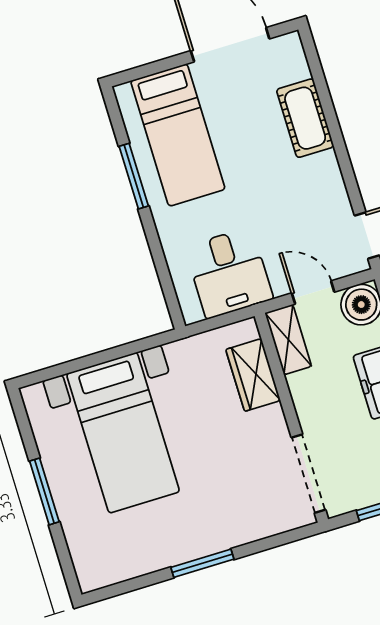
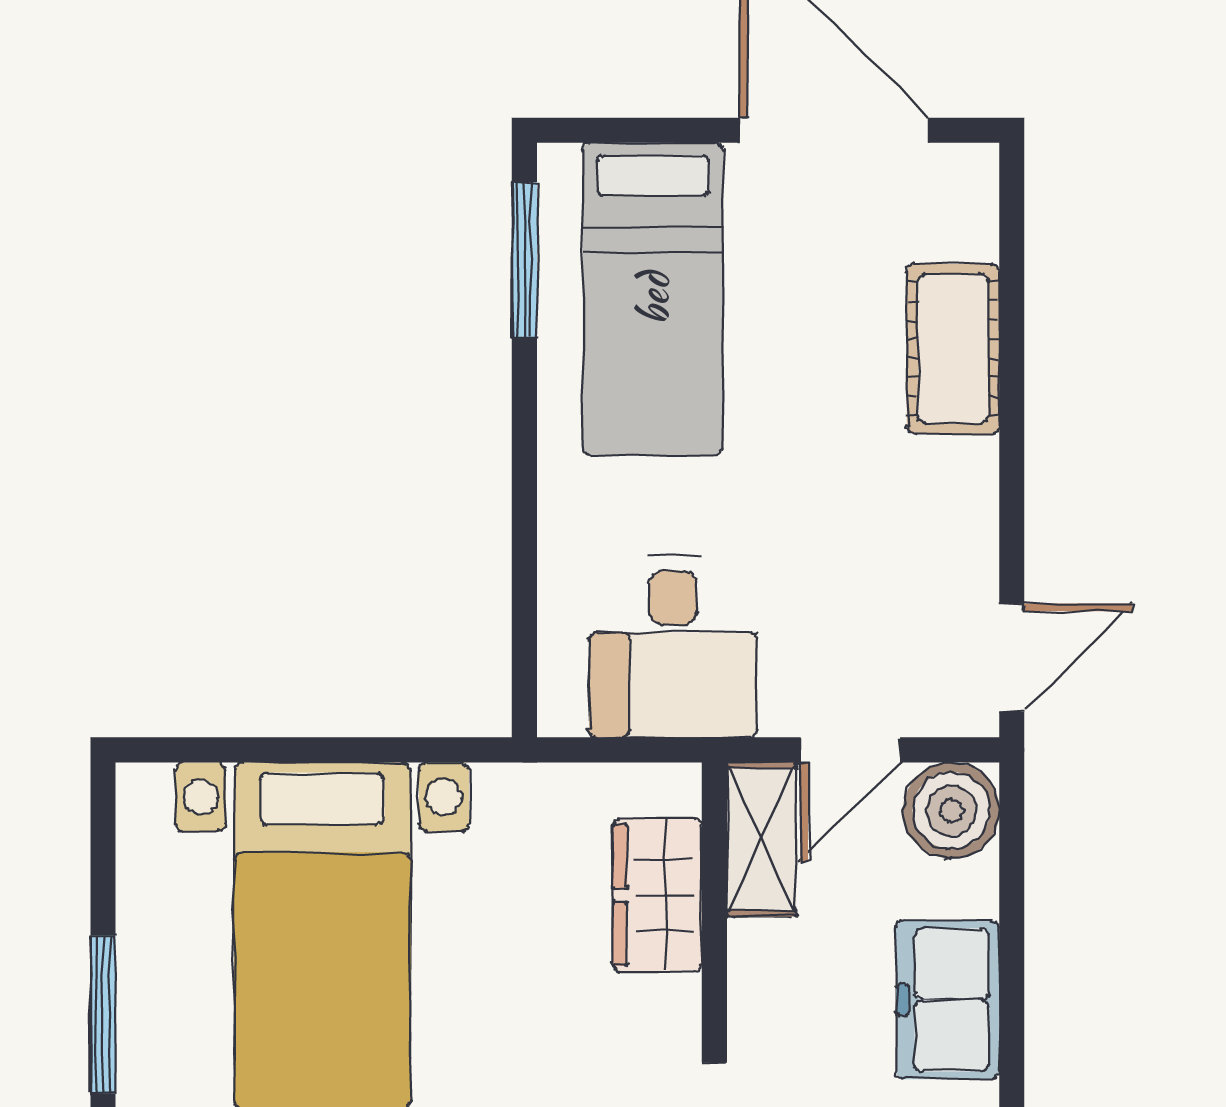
window: (134, 176) -> (524, 260), moved
door: (313, 293) -> (850, 750), swing flipped

